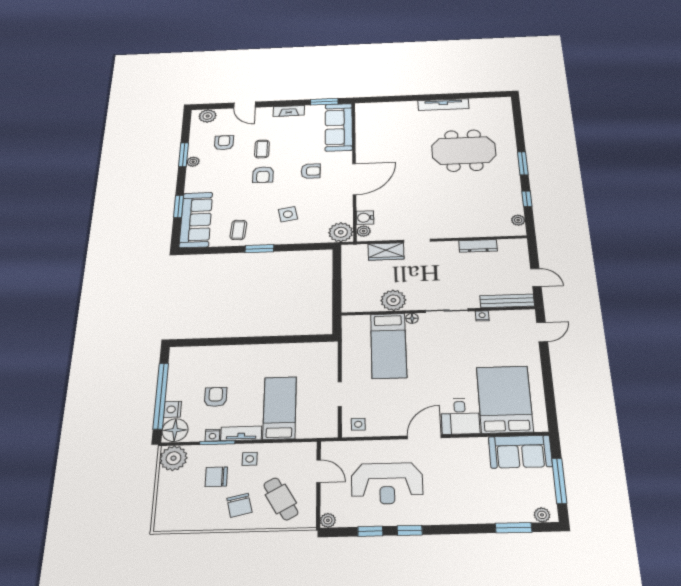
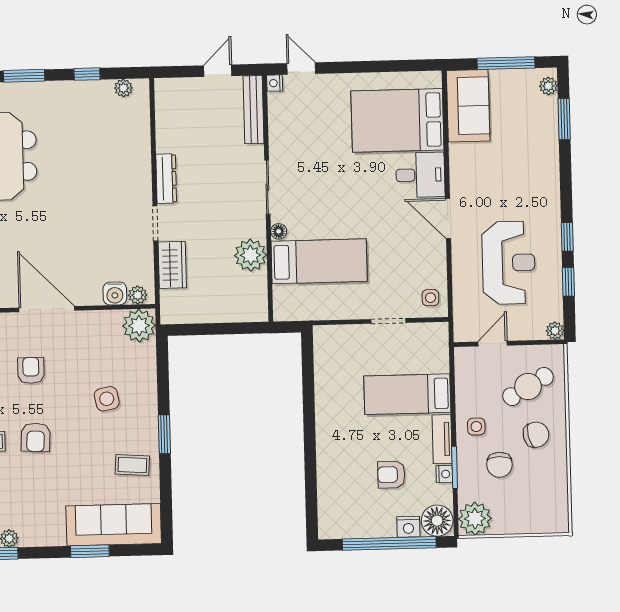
armchair: (263, 175) -> (36, 437), turned 93
dresser: (478, 246) -> (166, 179), moved
nightstand: (482, 316) -> (275, 83), moved

